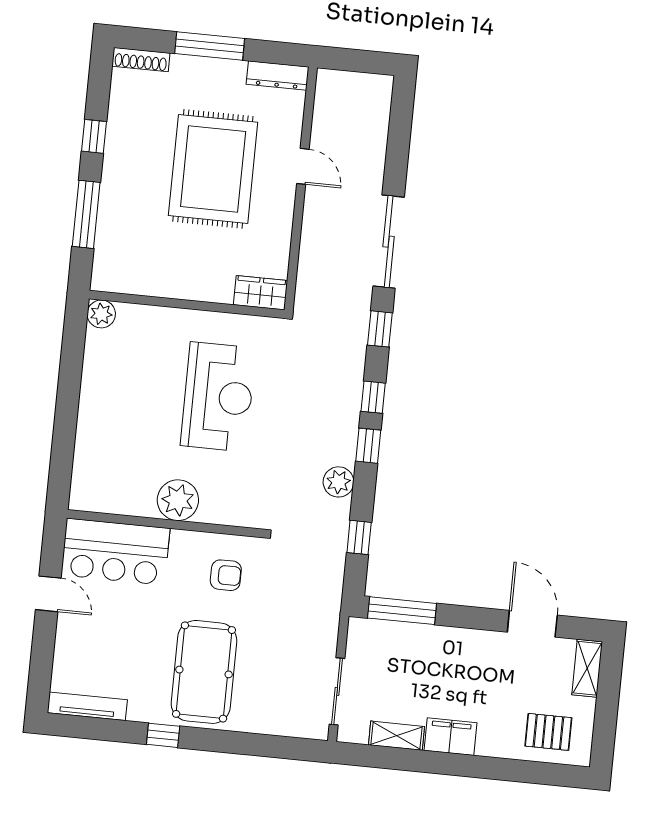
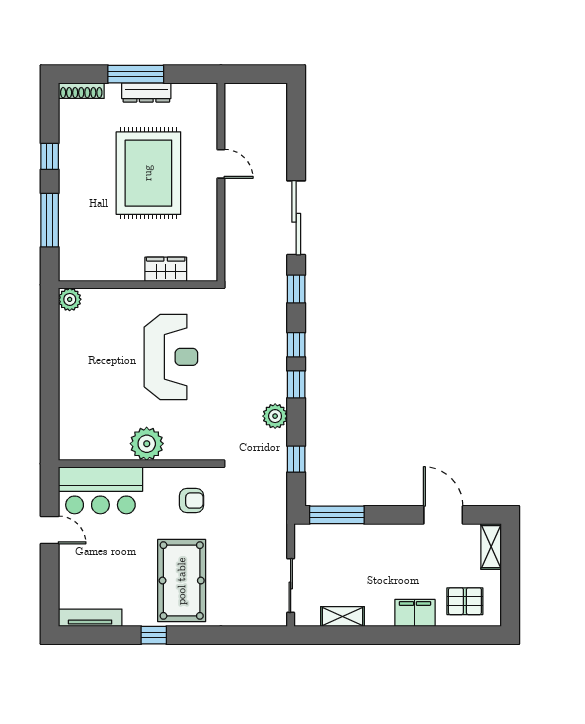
dresser: (278, 75) -> (146, 92), moved
wardrobe: (260, 293) -> (166, 269), moved
filing cabinet: (451, 737) -> (415, 613), moved

